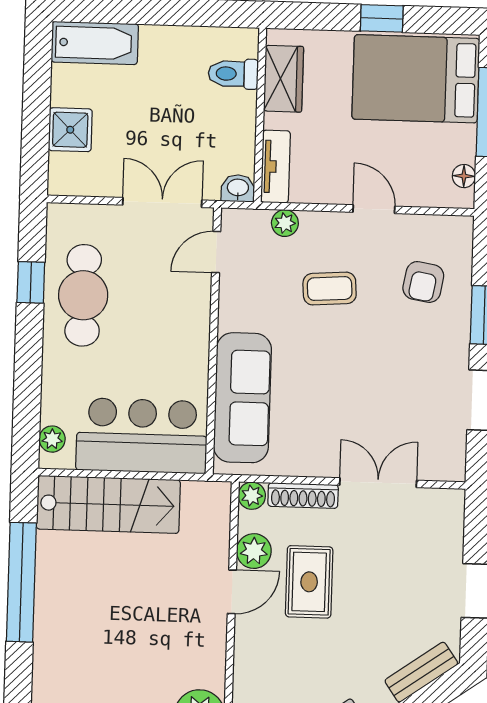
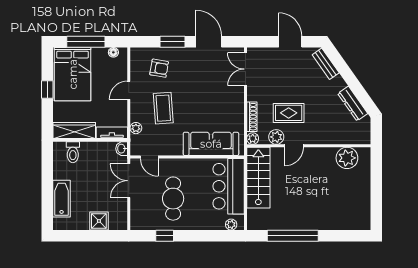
bathtub: (95, 43) -> (62, 199), moved
wardrobe: (284, 79) -> (74, 131), width x1.50
coffee table: (330, 289) -> (163, 108), width x1.36, depth x1.30
cafe table: (83, 295) -> (173, 199), moved, turned 90
double door: (378, 483) -> (245, 69), moved
stairs: (108, 504) -> (258, 178), moved
door: (232, 592) -> (294, 146), swing flipped

